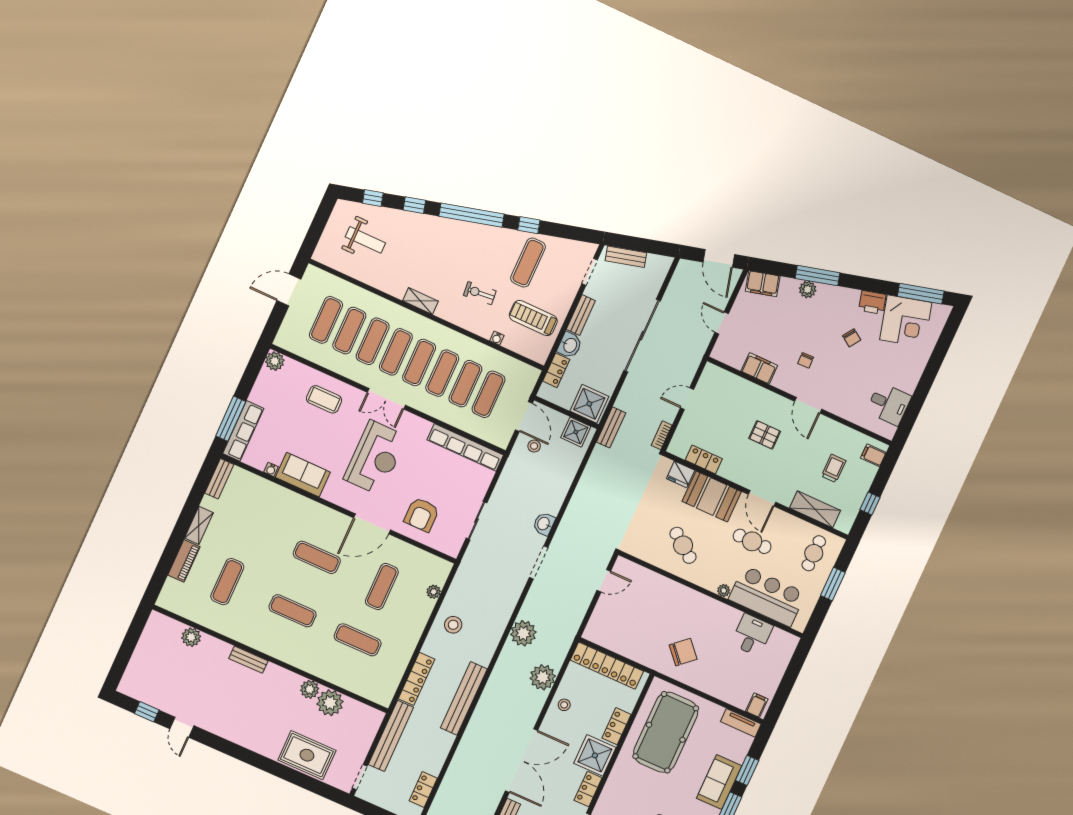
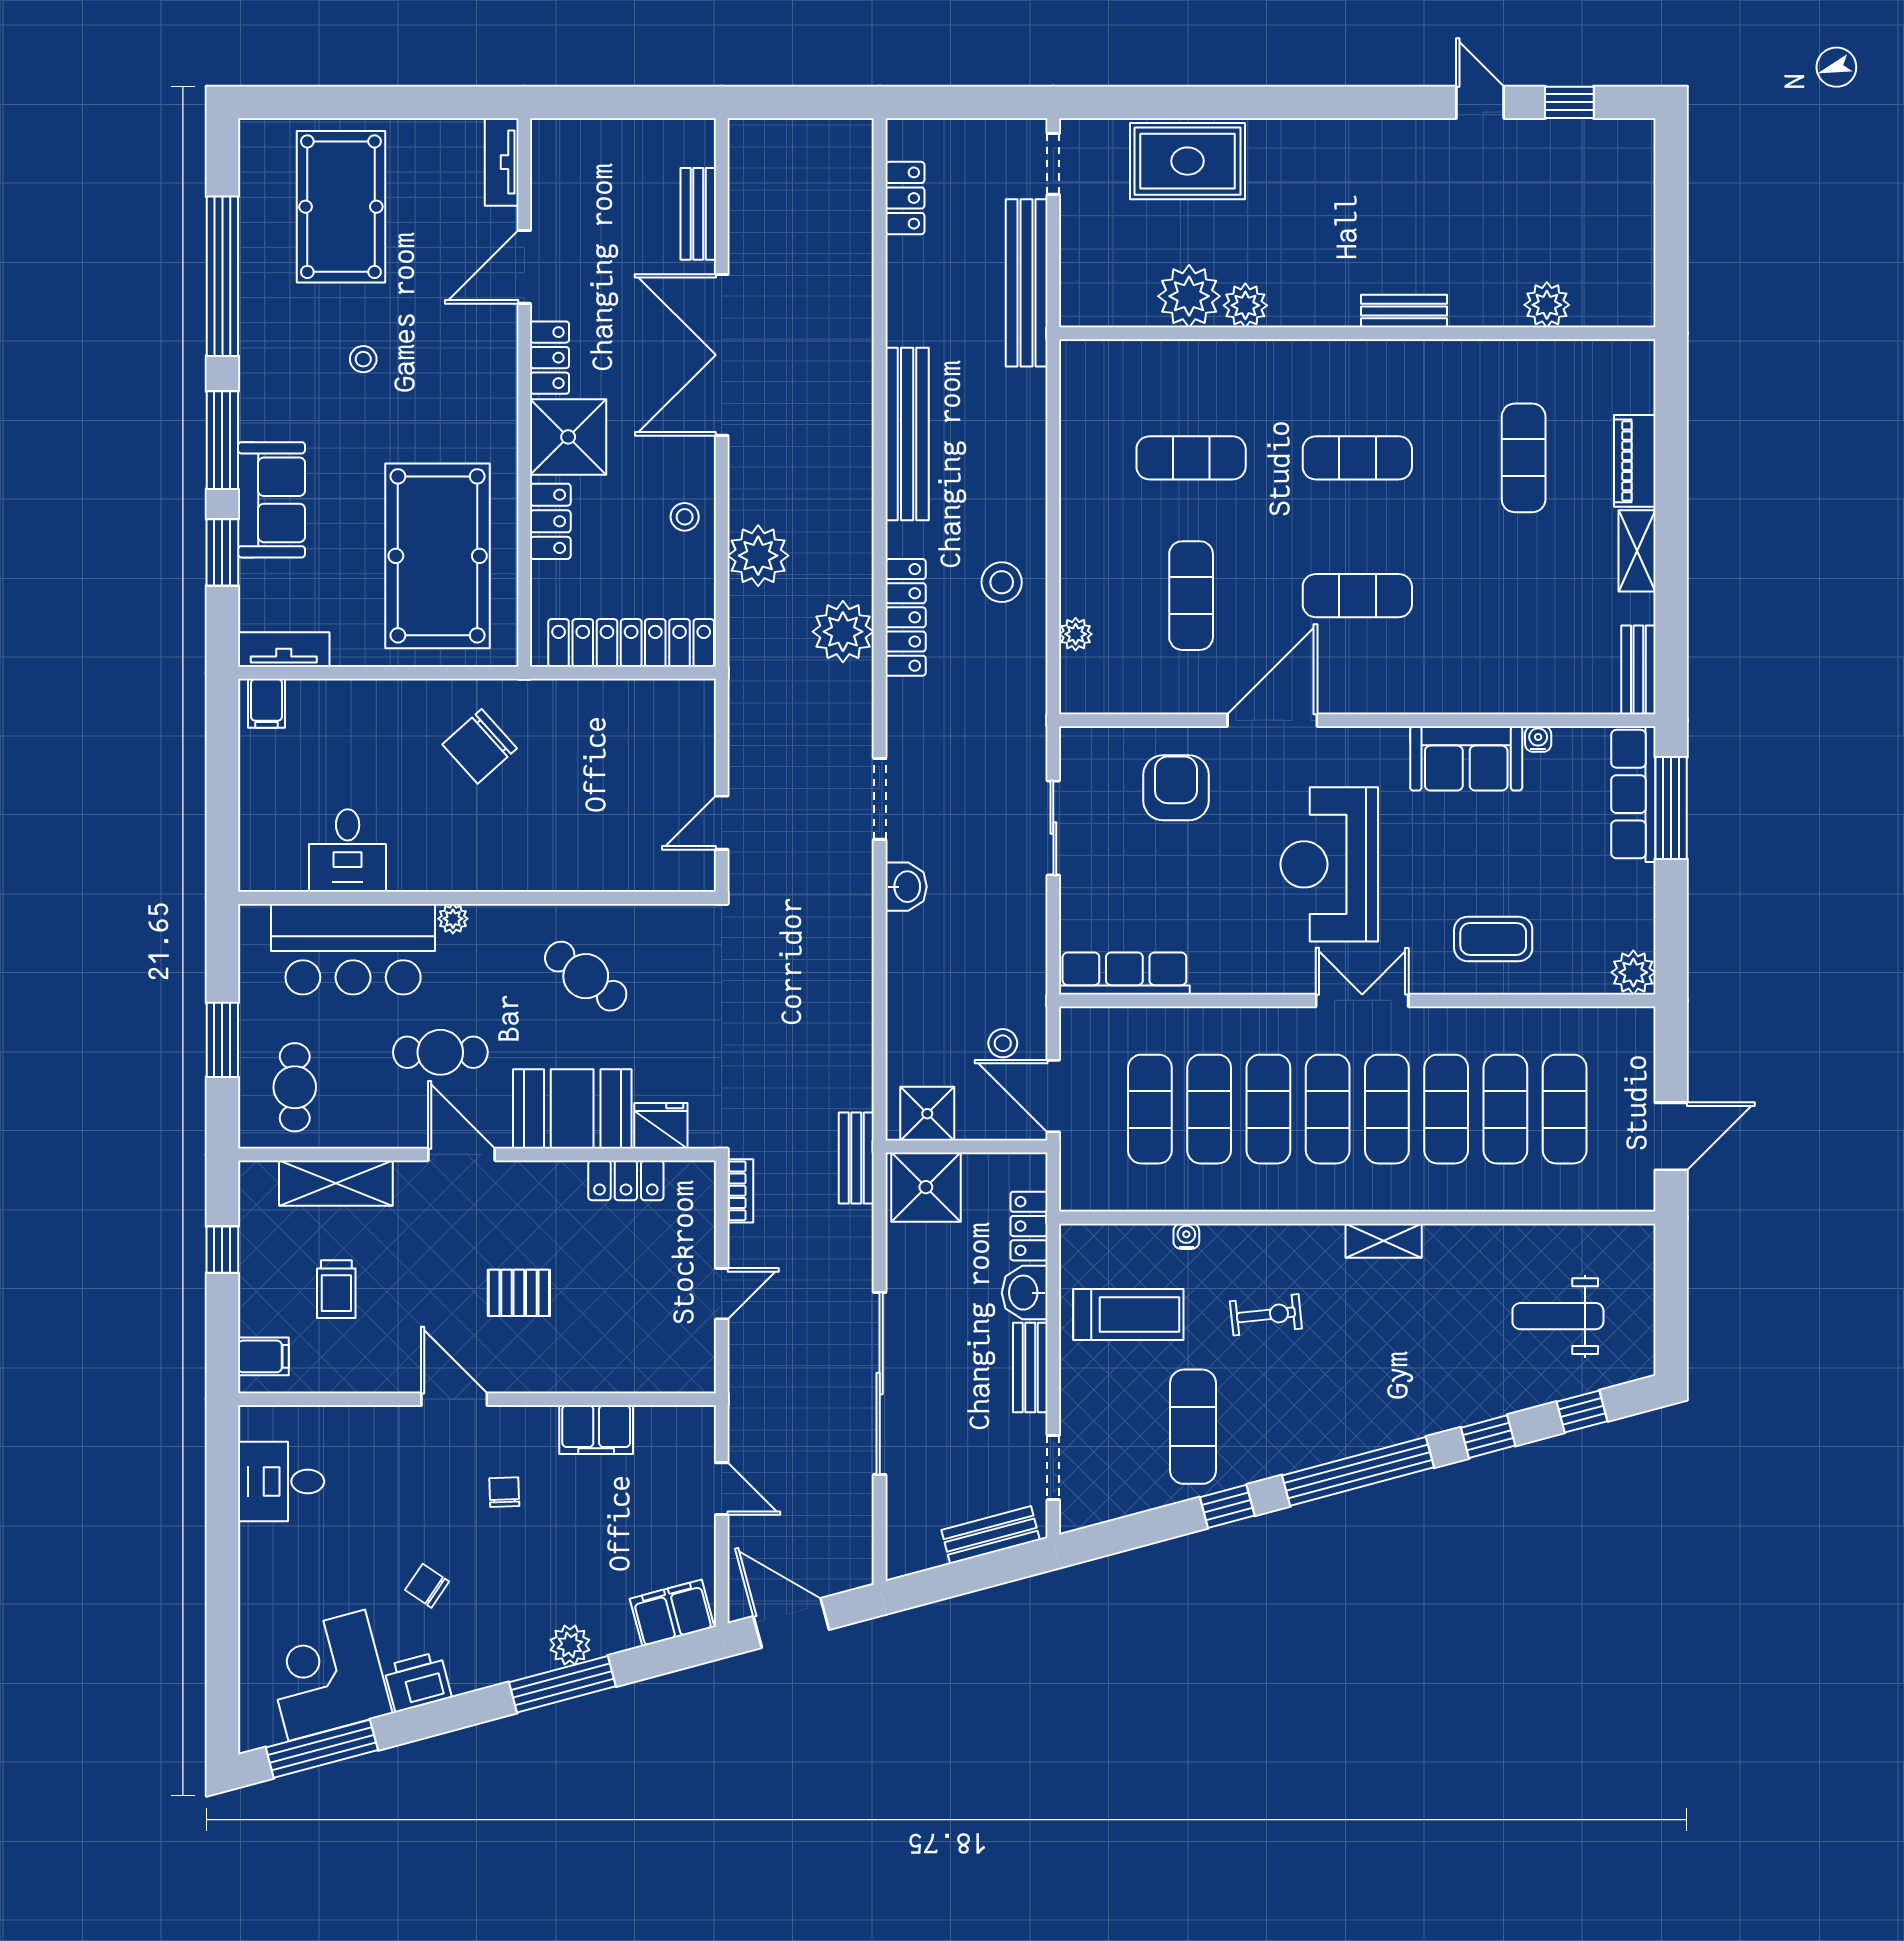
row of seats: (465, 447) -> (1124, 973), width x0.73
locker: (416, 679) -> (906, 617), moved, turned 180

